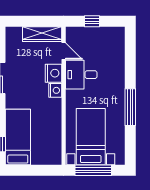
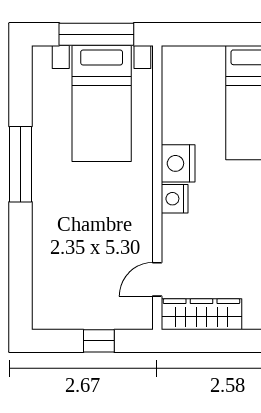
door: (64, 51) -> (157, 279), hinge flipped
nightstand: (54, 73) -> (178, 163), moved
desk: (81, 75) -> (121, 231), removed

